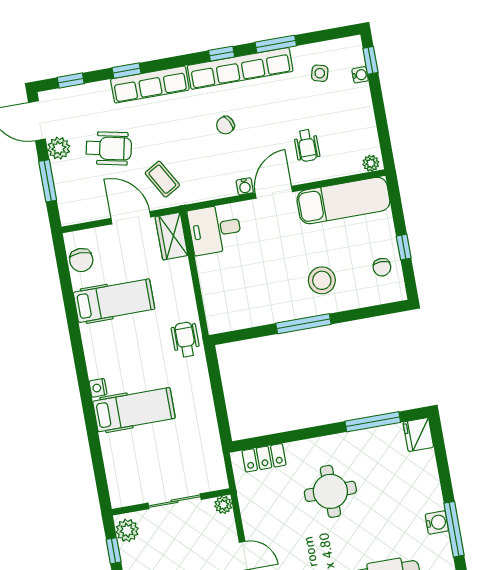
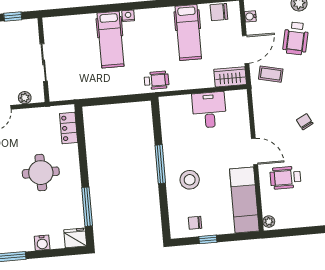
wheelchair: (307, 145) -> (285, 178), width x1.36, depth x1.37
coffee table: (162, 179) -> (271, 74), turned 43
water cooler: (245, 186) -> (250, 16), moved
desk: (215, 229) -> (209, 110), moved
plant: (223, 505) -> (25, 98), moved
water cooler: (437, 522) -> (42, 243), moved
plant: (127, 530) -> (26, 27), removed

